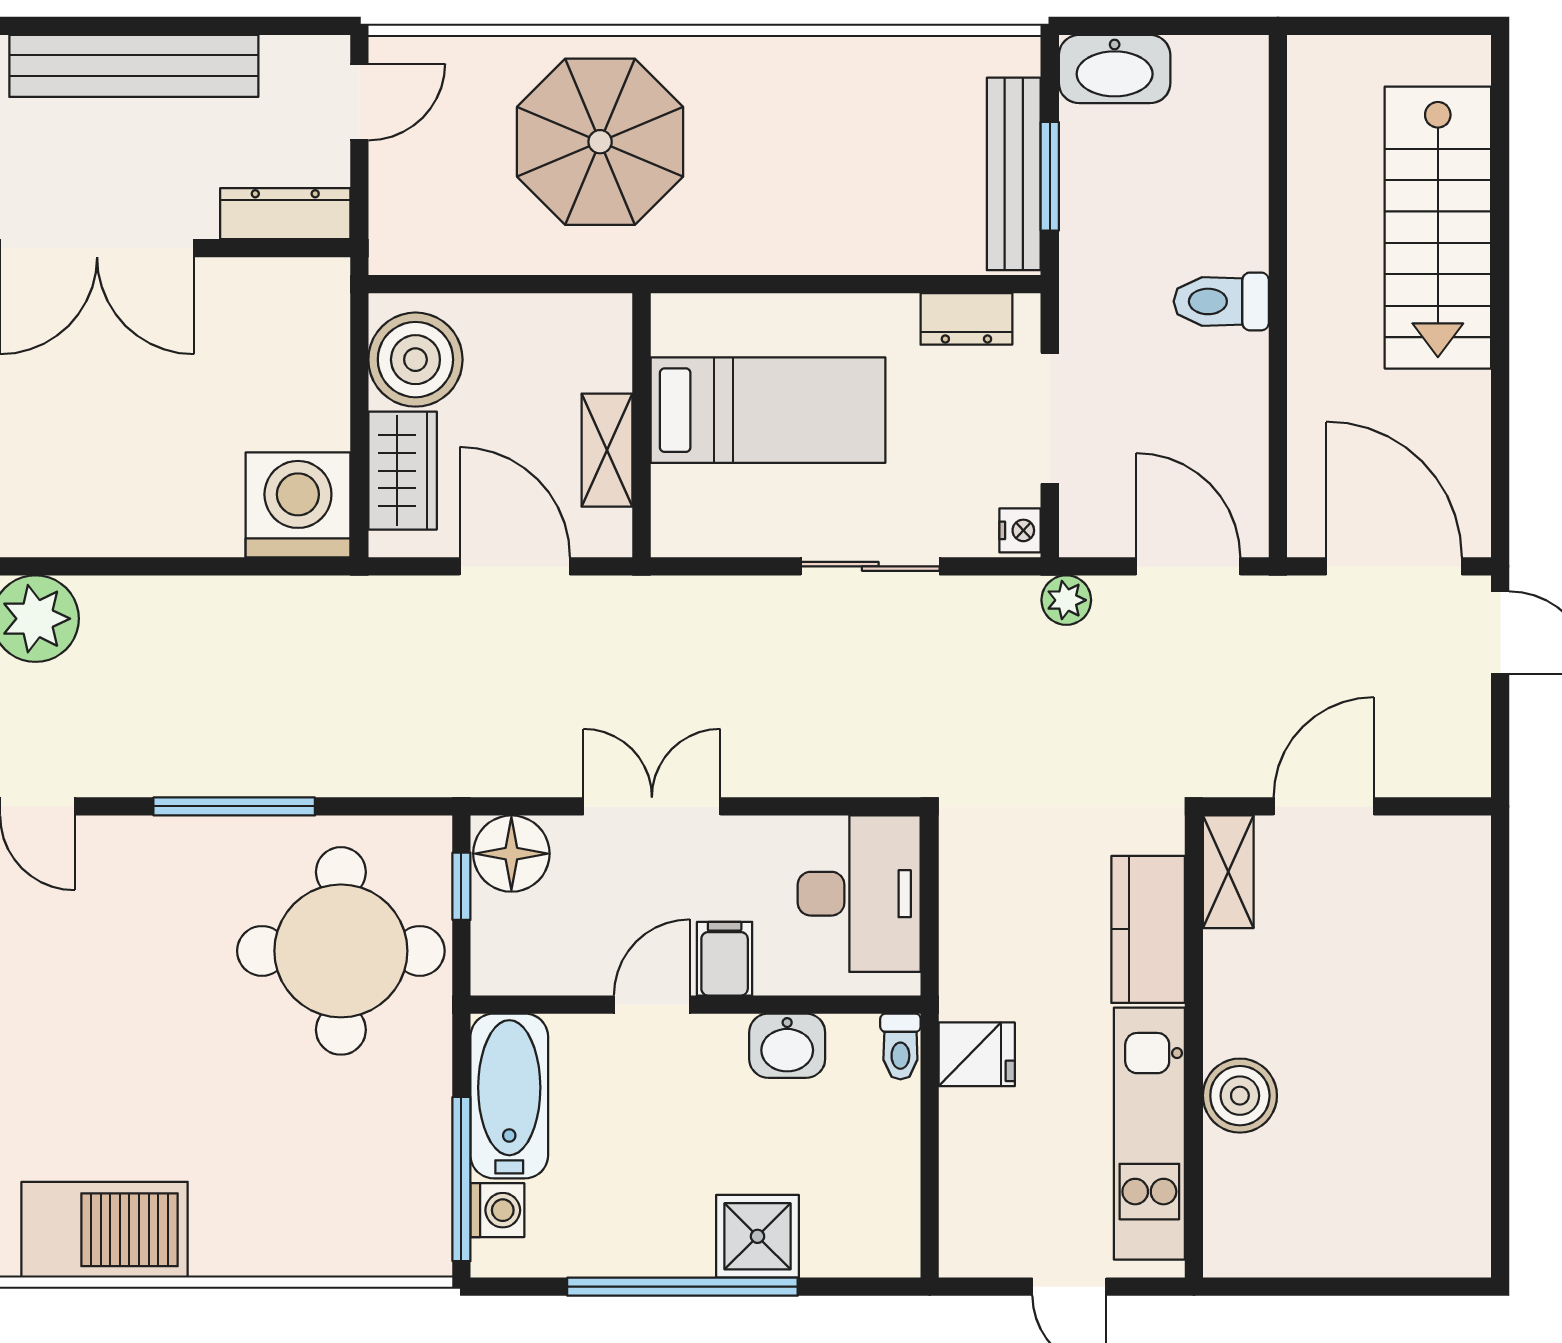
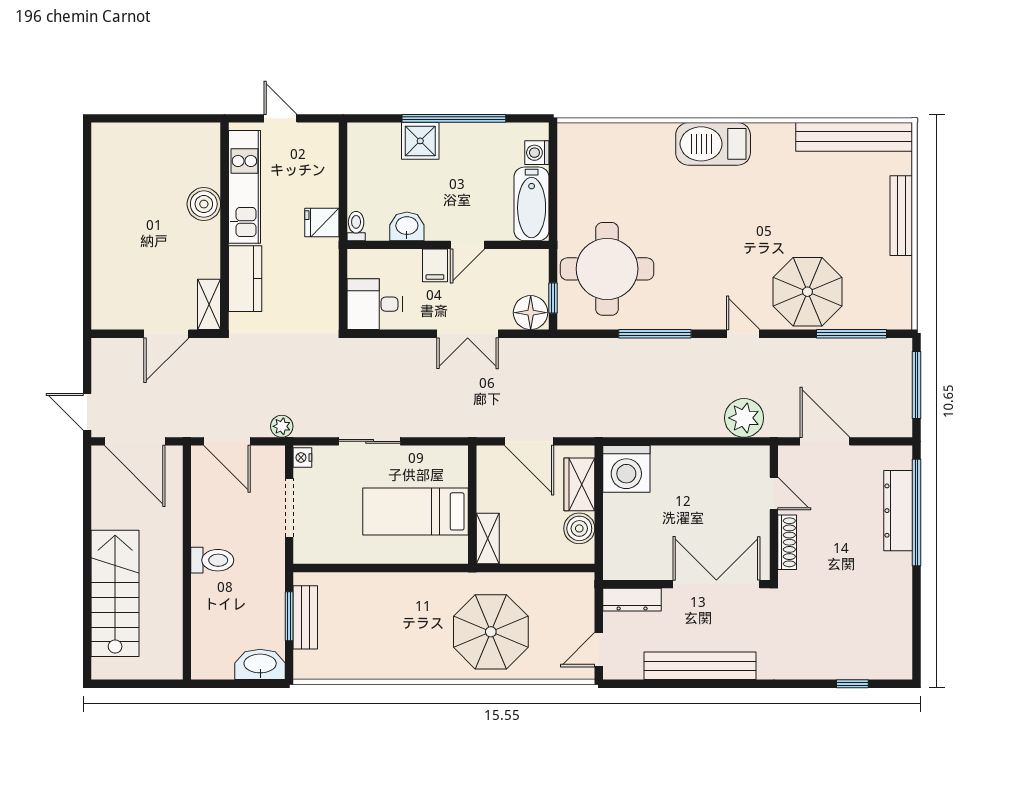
bench: (1014, 174) -> (305, 617), width x0.73
dresser: (966, 319) -> (326, 552), removed
boiler: (415, 360) -> (579, 528), width x0.73, depth x0.73
shelving: (607, 450) -> (488, 539), moved
desk: (859, 894) -> (375, 304), width x0.73
window: (461, 1179) -> (553, 167), removed

